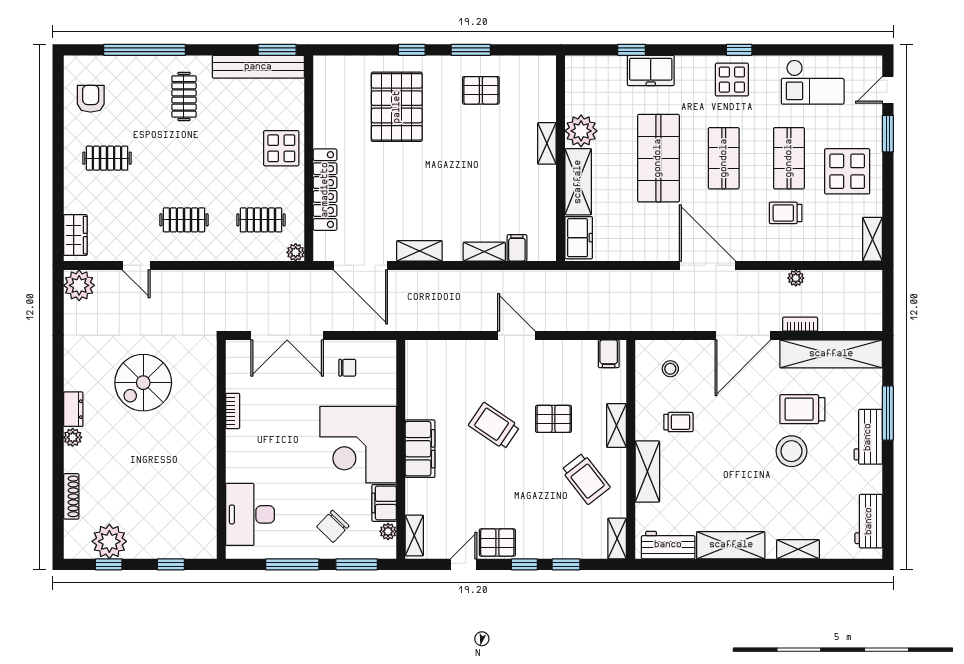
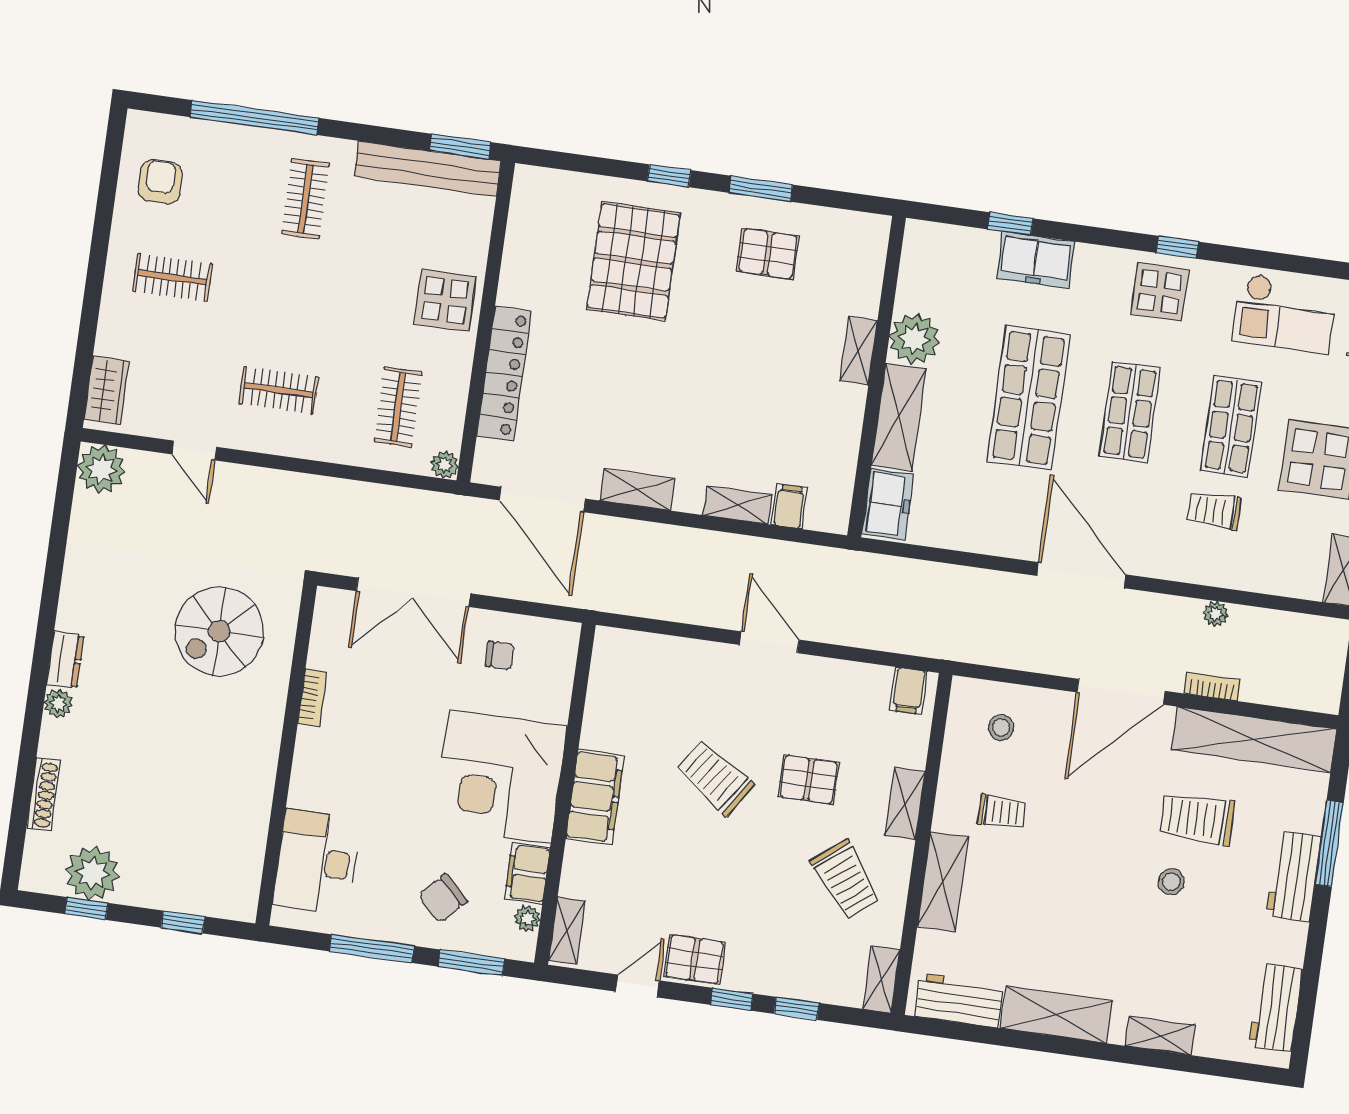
clothes rail: (261, 220) -> (398, 407), turned 90
spiral stairs: (143, 383) -> (219, 631), moved
stool: (791, 451) -> (1171, 882), width x0.53, depth x0.53

